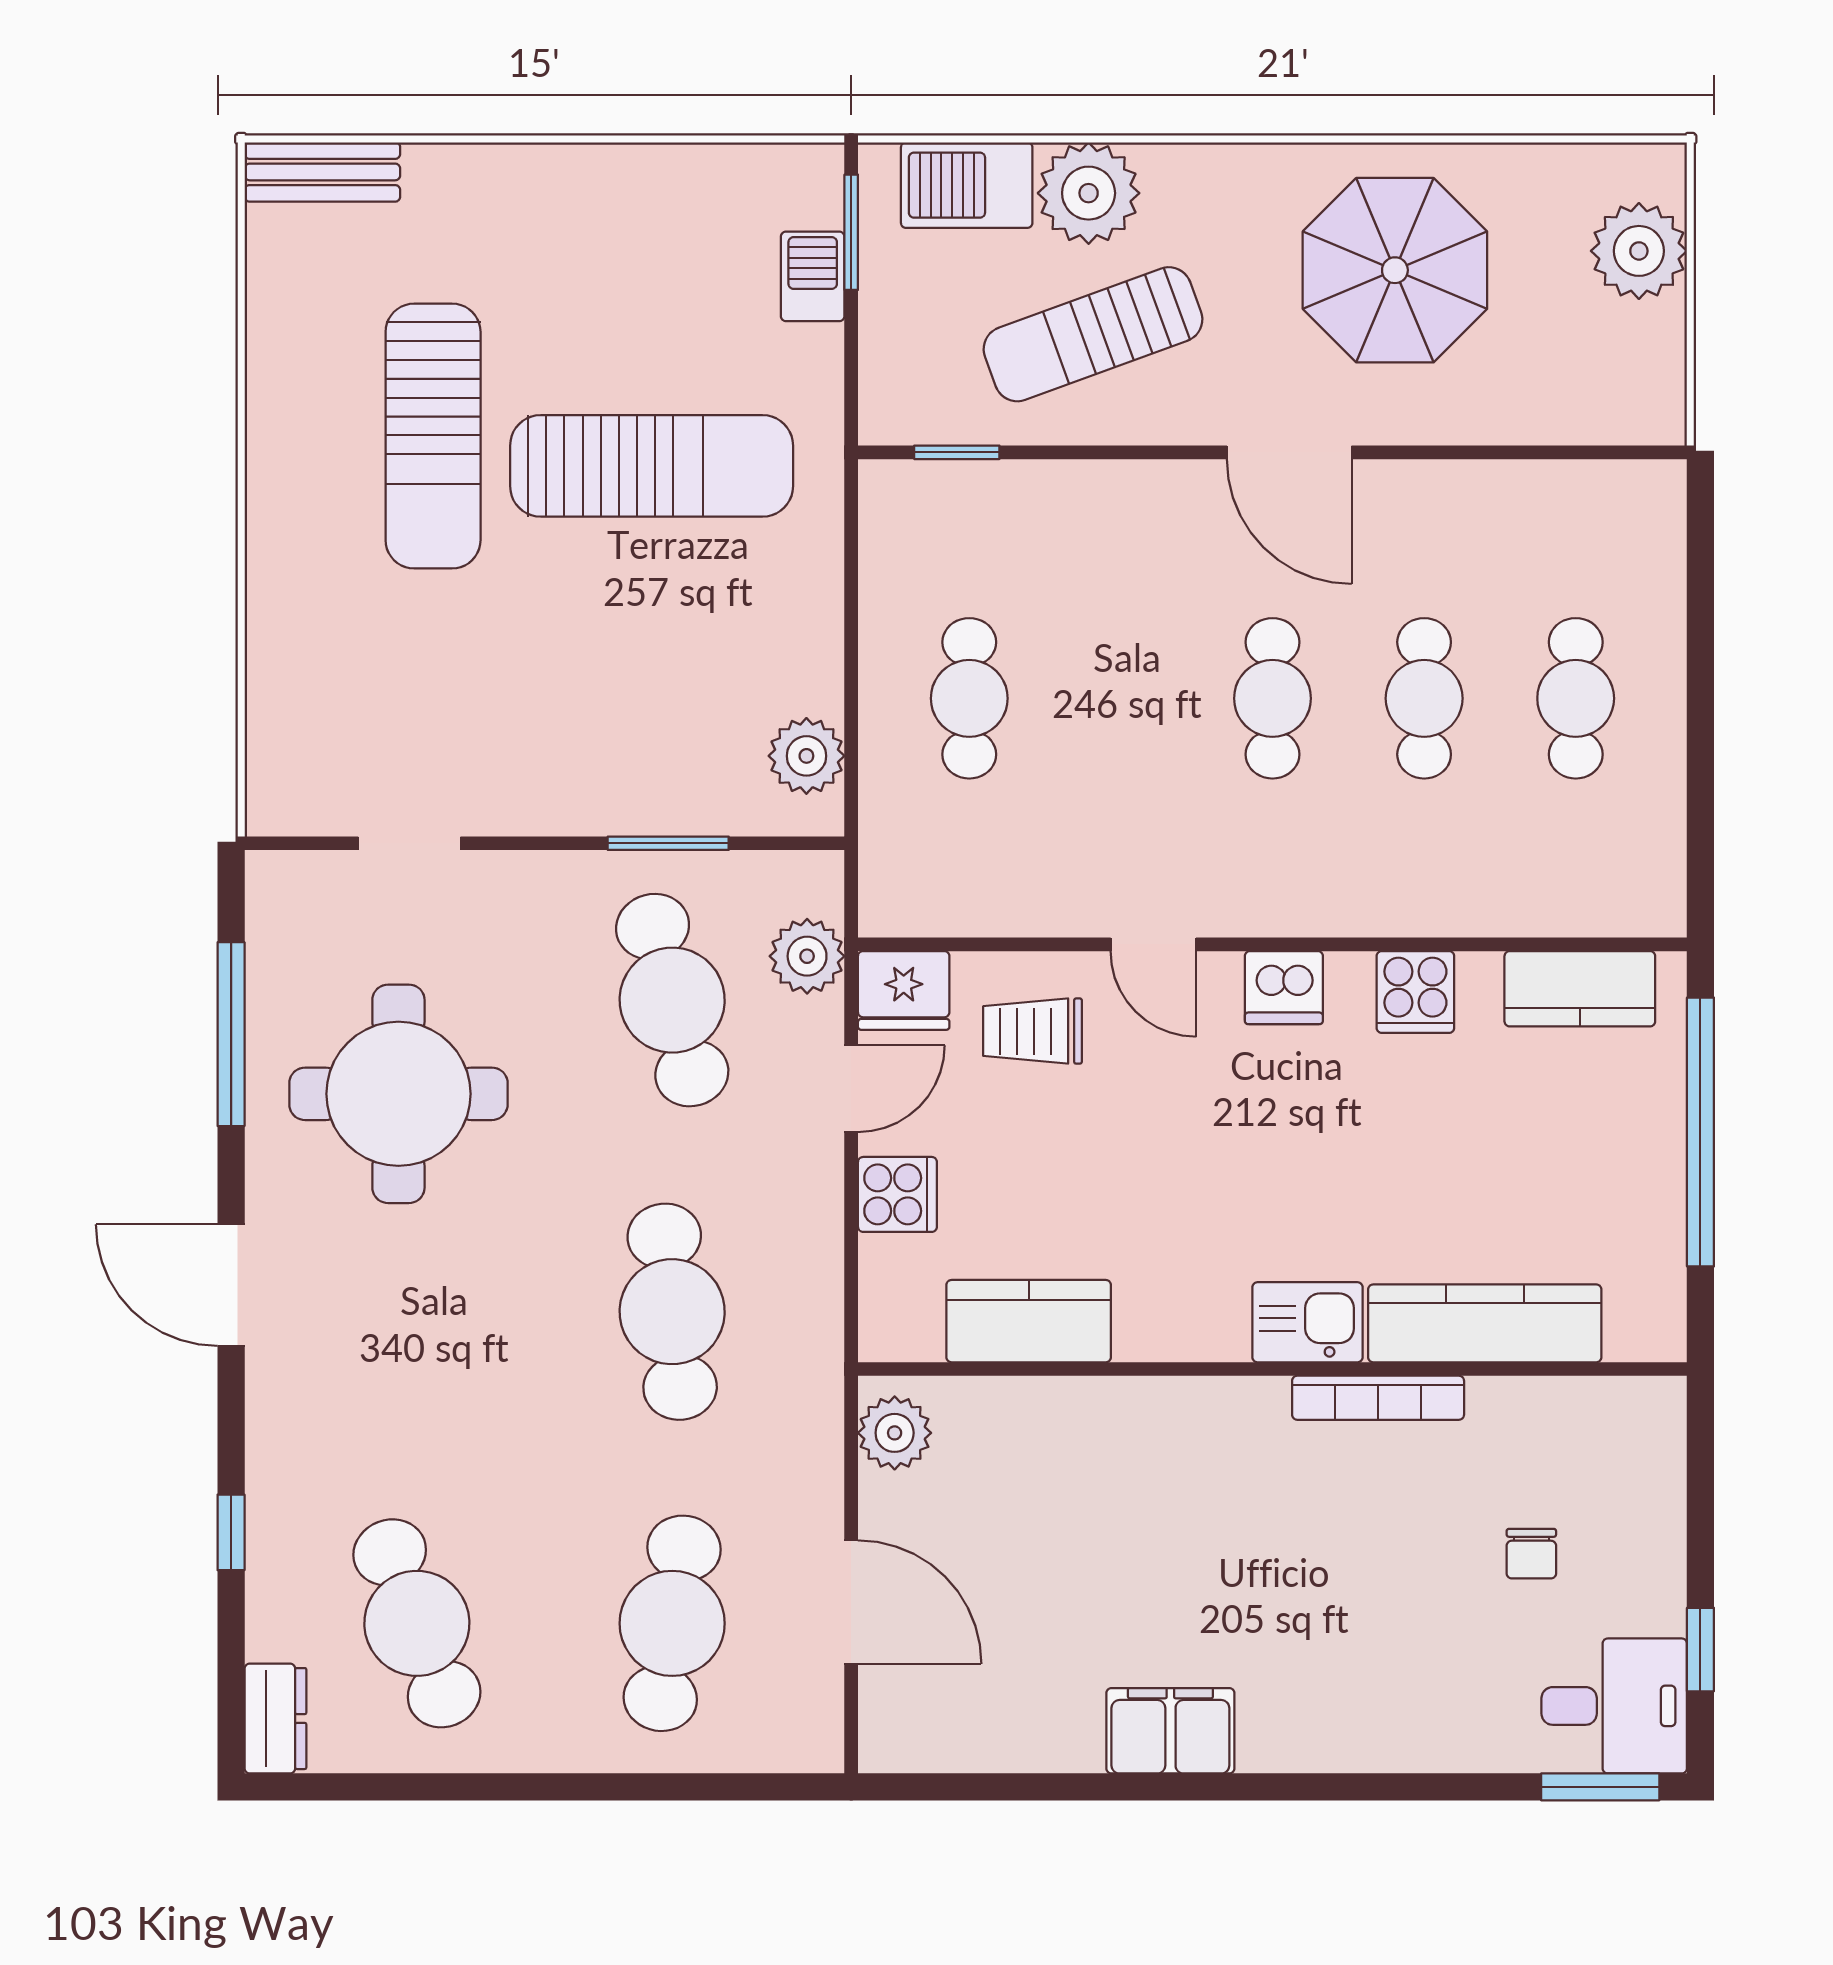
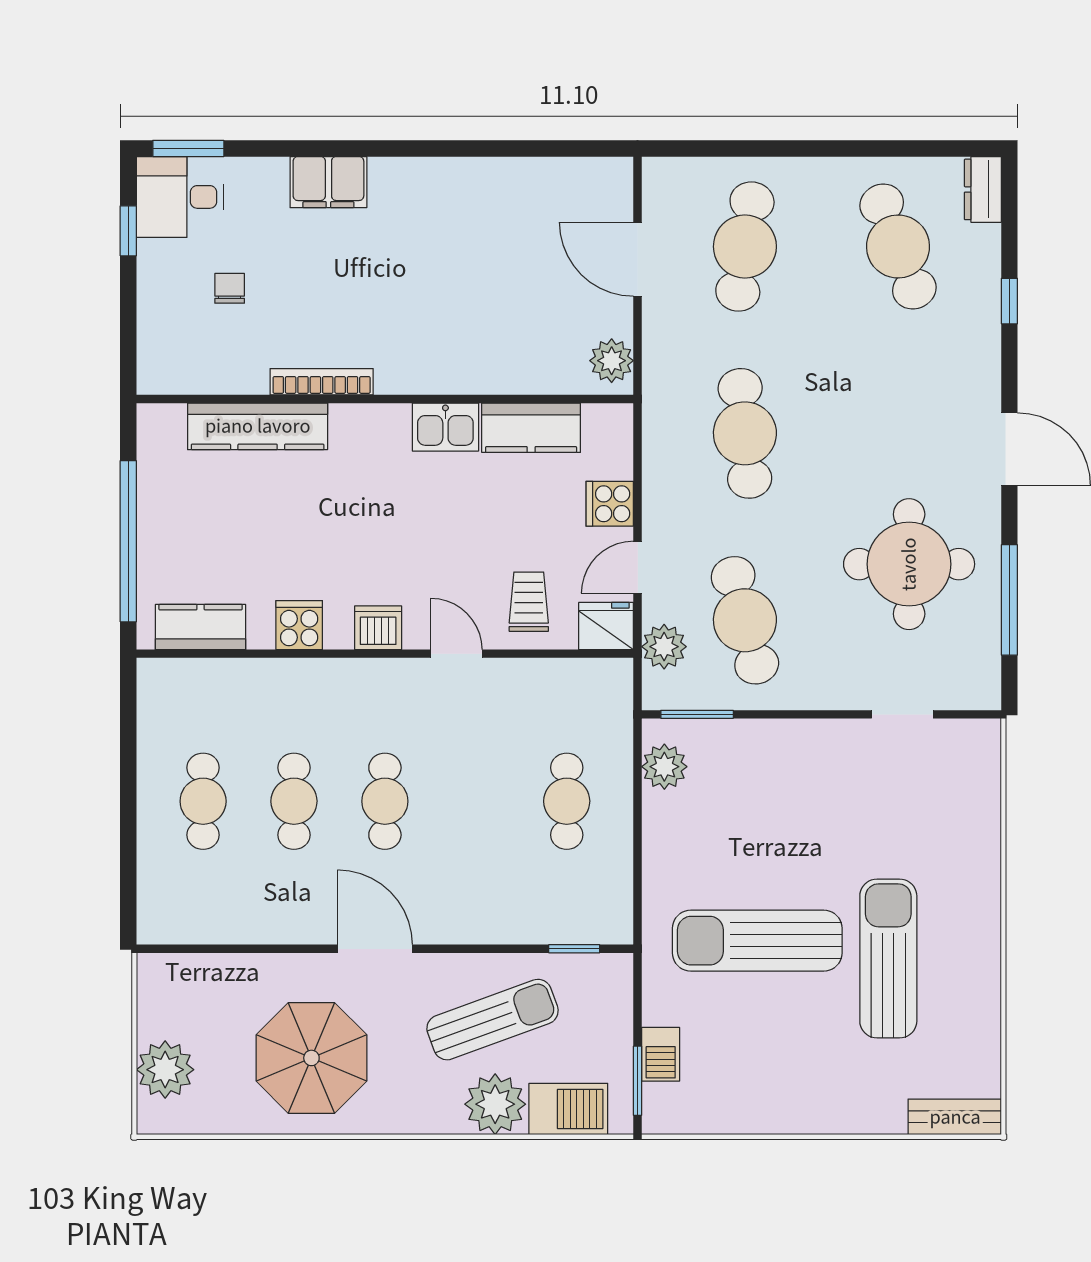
window: (668, 843) -> (697, 714), moved
trolley: (1033, 1031) -> (529, 602), turned -90
kitchen sink: (1307, 1322) -> (445, 427), moved
filing cabinet: (1170, 1731) -> (328, 182), moved

